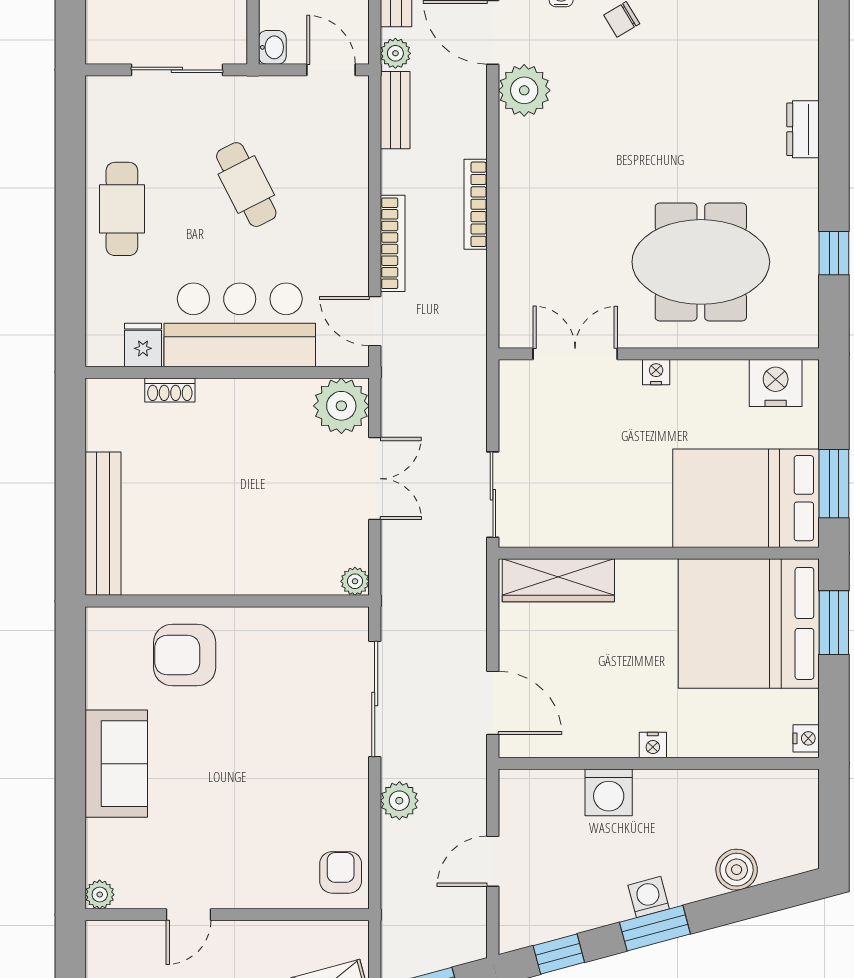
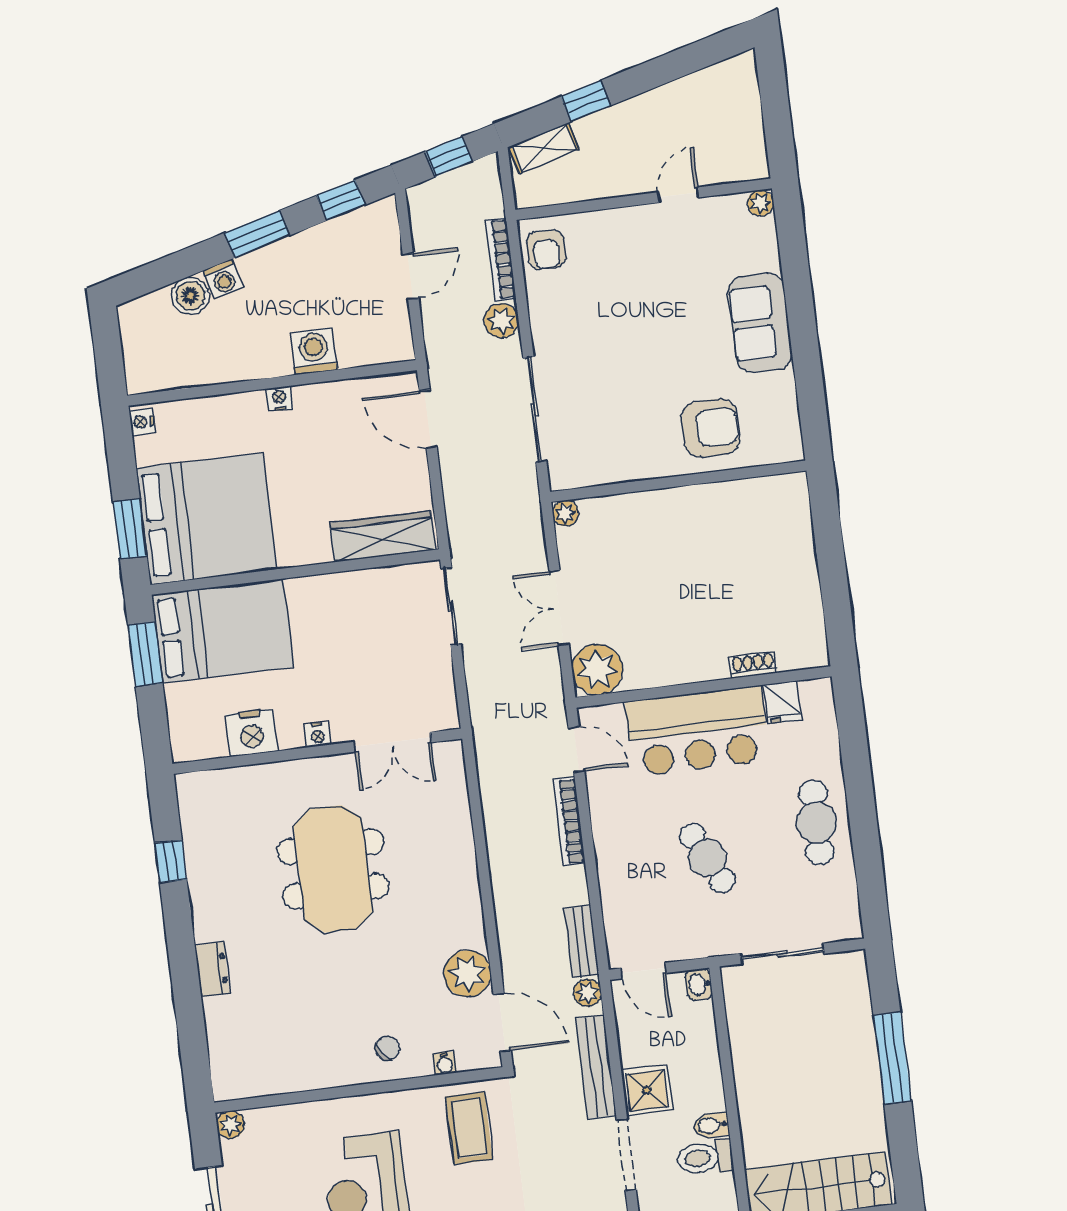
bookcase: (476, 204) -> (501, 259), moved, turned 180
meeting table: (701, 262) -> (333, 869), moved, turned 90
nightstand: (776, 383) -> (252, 733), moved
bench: (103, 524) -> (799, 537), removed
washing machine: (649, 897) -> (223, 279), moved

